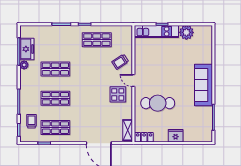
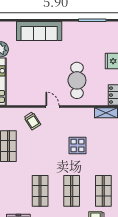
door: (133, 81) -> (53, 107), swing flipped
sofa: (203, 85) -> (39, 31), moved
display table: (118, 94) -> (78, 146), moved

